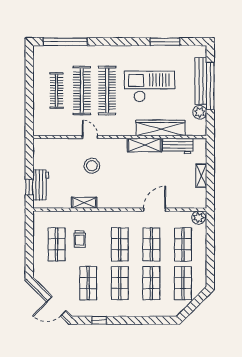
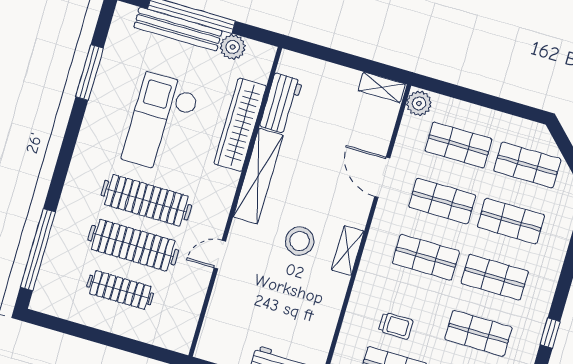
shelving: (145, 145) -> (258, 176), width x1.47
stool: (92, 166) -> (300, 241), moved
shelving: (201, 176) -> (382, 87), moved
shelving: (84, 203) -> (348, 251), moved

